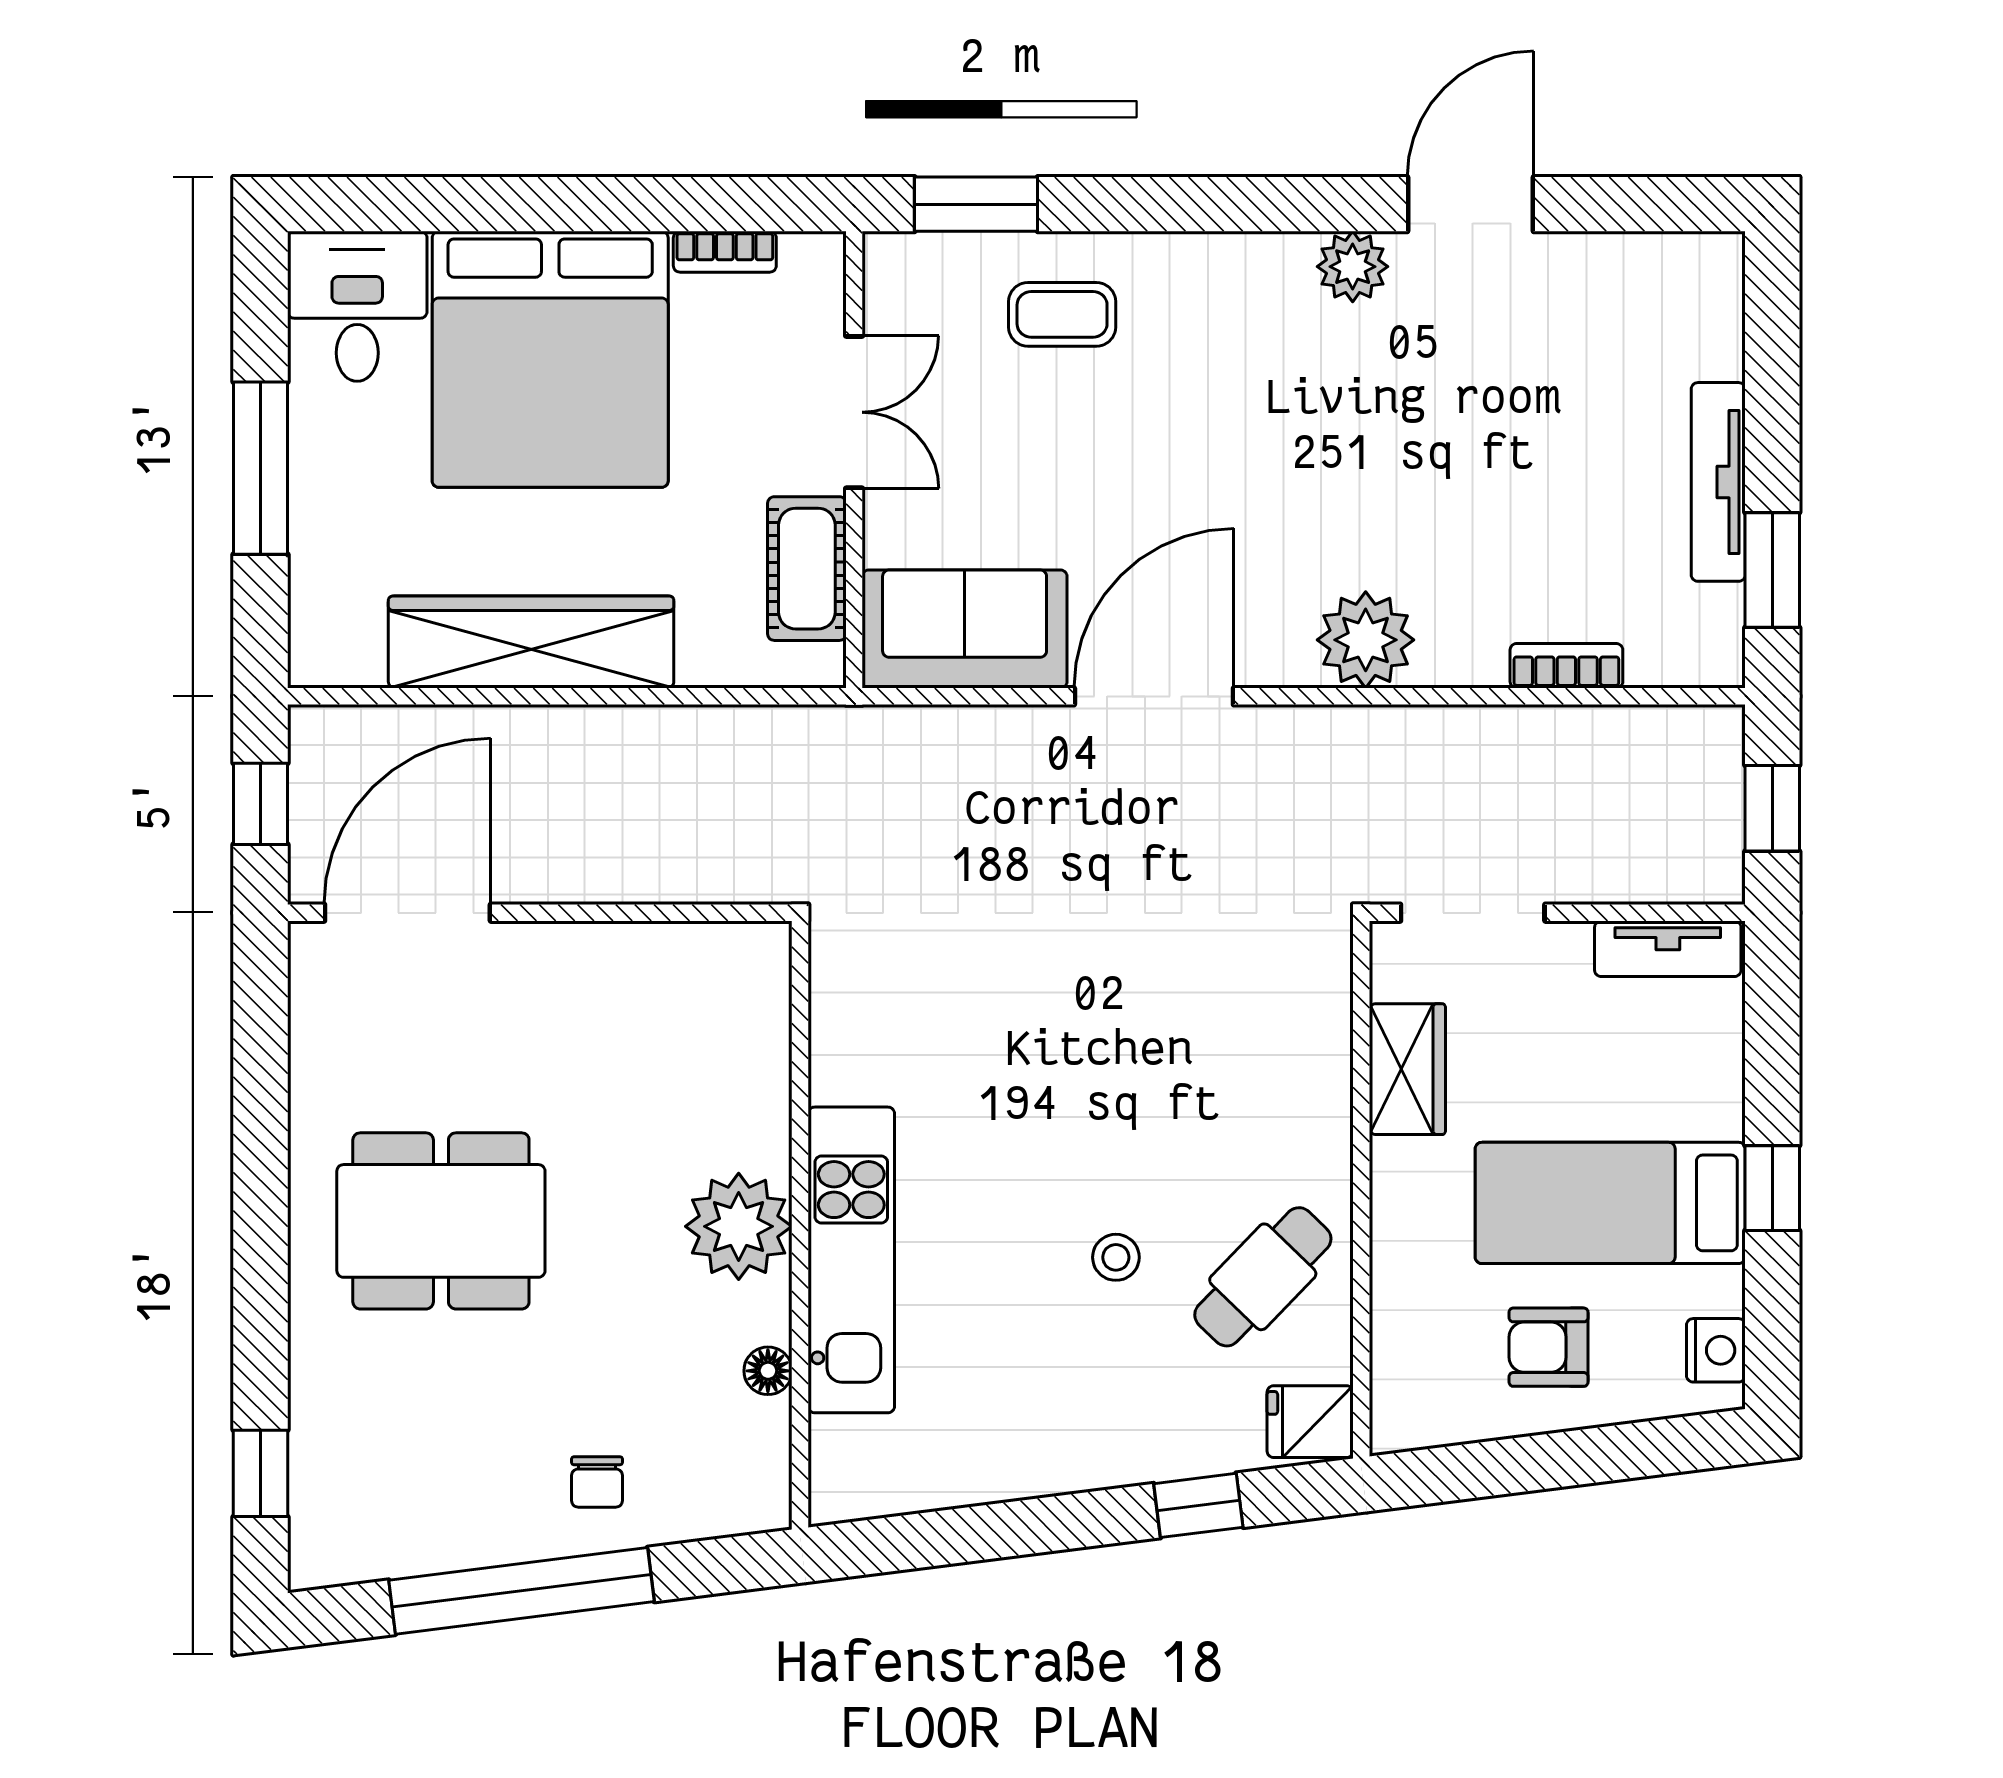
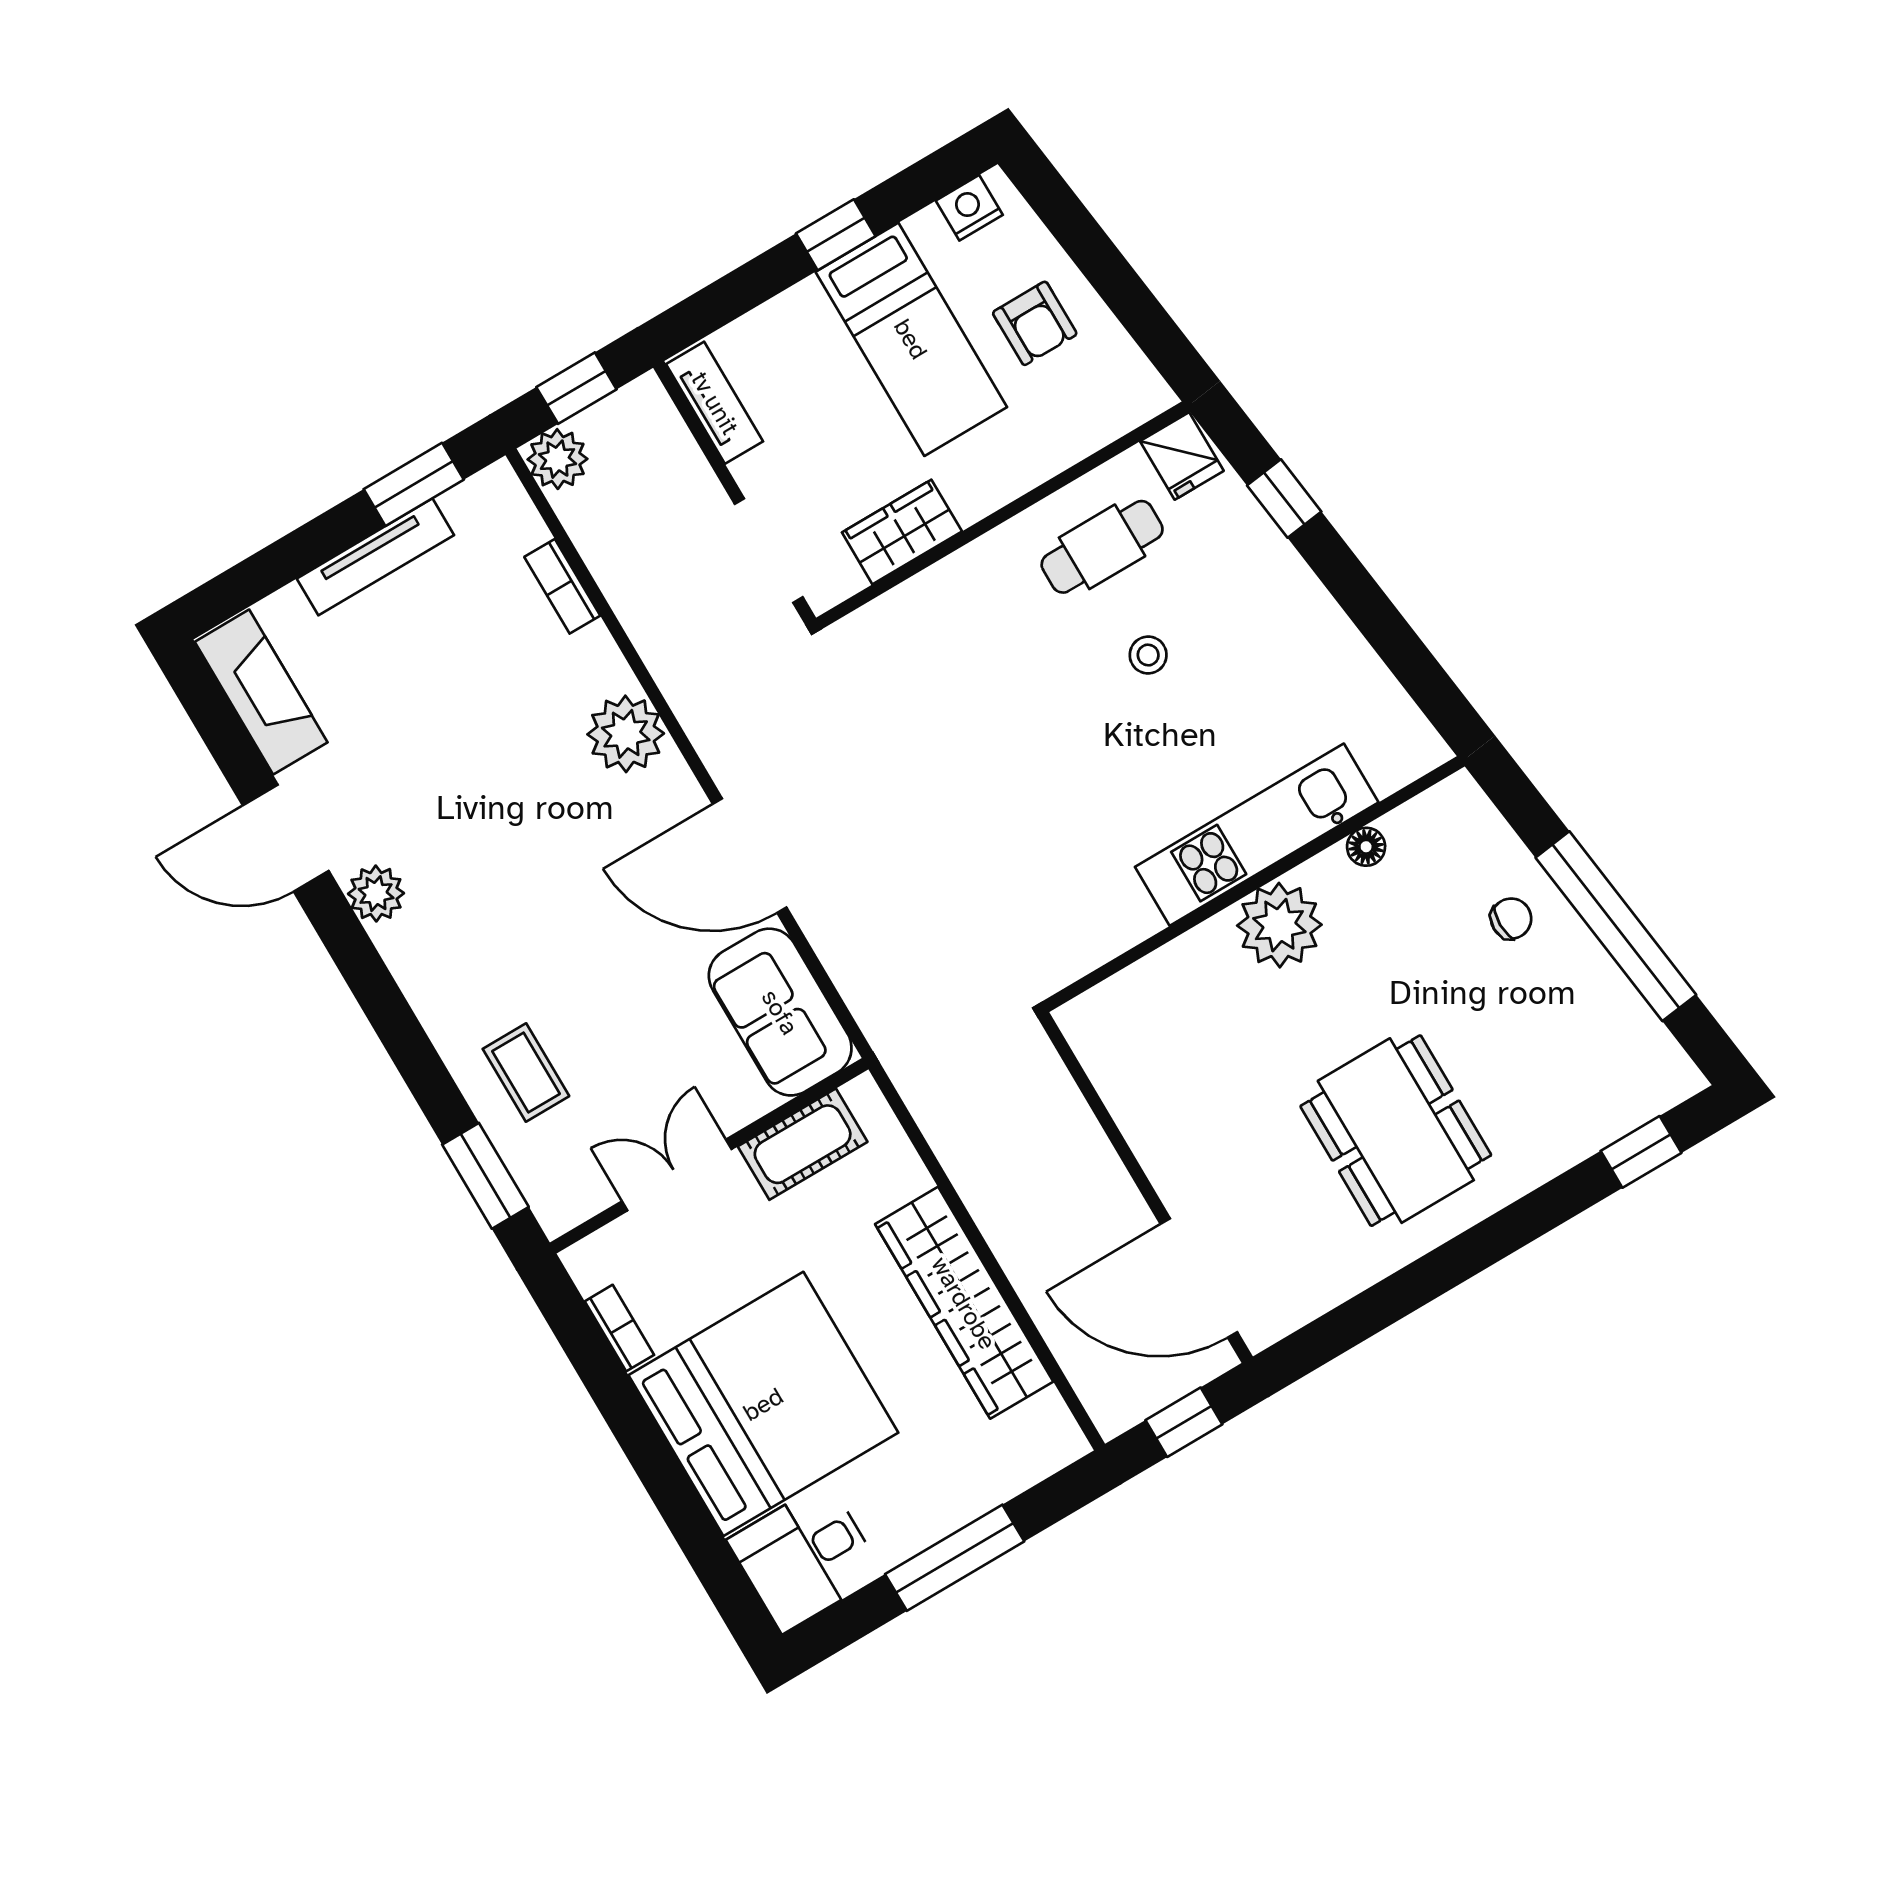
fireplace: (1645, 271) -> (261, 692), added
plant: (1707, 742) -> (557, 459), added
cafe table: (1263, 1277) -> (1102, 547), turned -44

